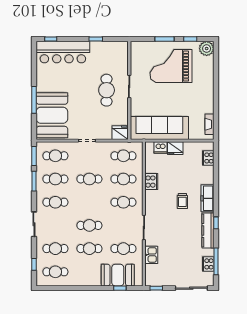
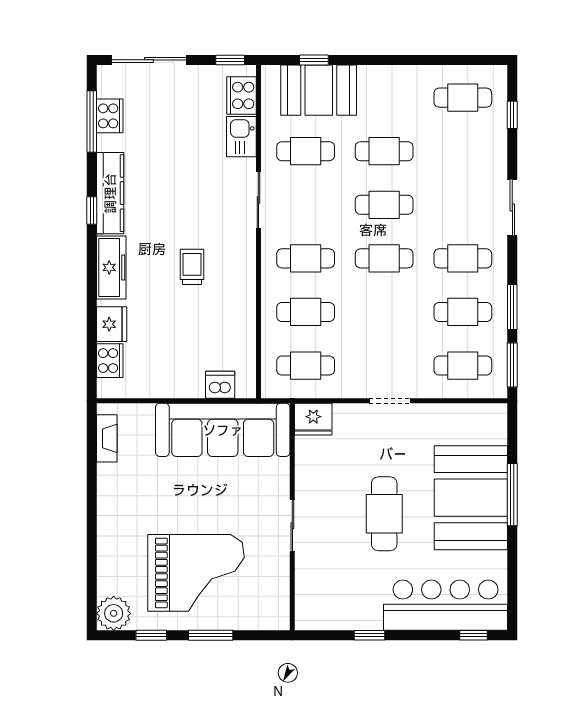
cafe table: (107, 90) -> (384, 514), moved
booth: (52, 115) -> (471, 498), moved
fridge: (175, 148) -> (112, 324), moved, turned 90
cafe table: (89, 179) -> (384, 258), moved
cooker: (151, 182) -> (241, 95), moved
trolley: (182, 201) -> (192, 267), moved
cafe table: (55, 249) -> (463, 151), removed

